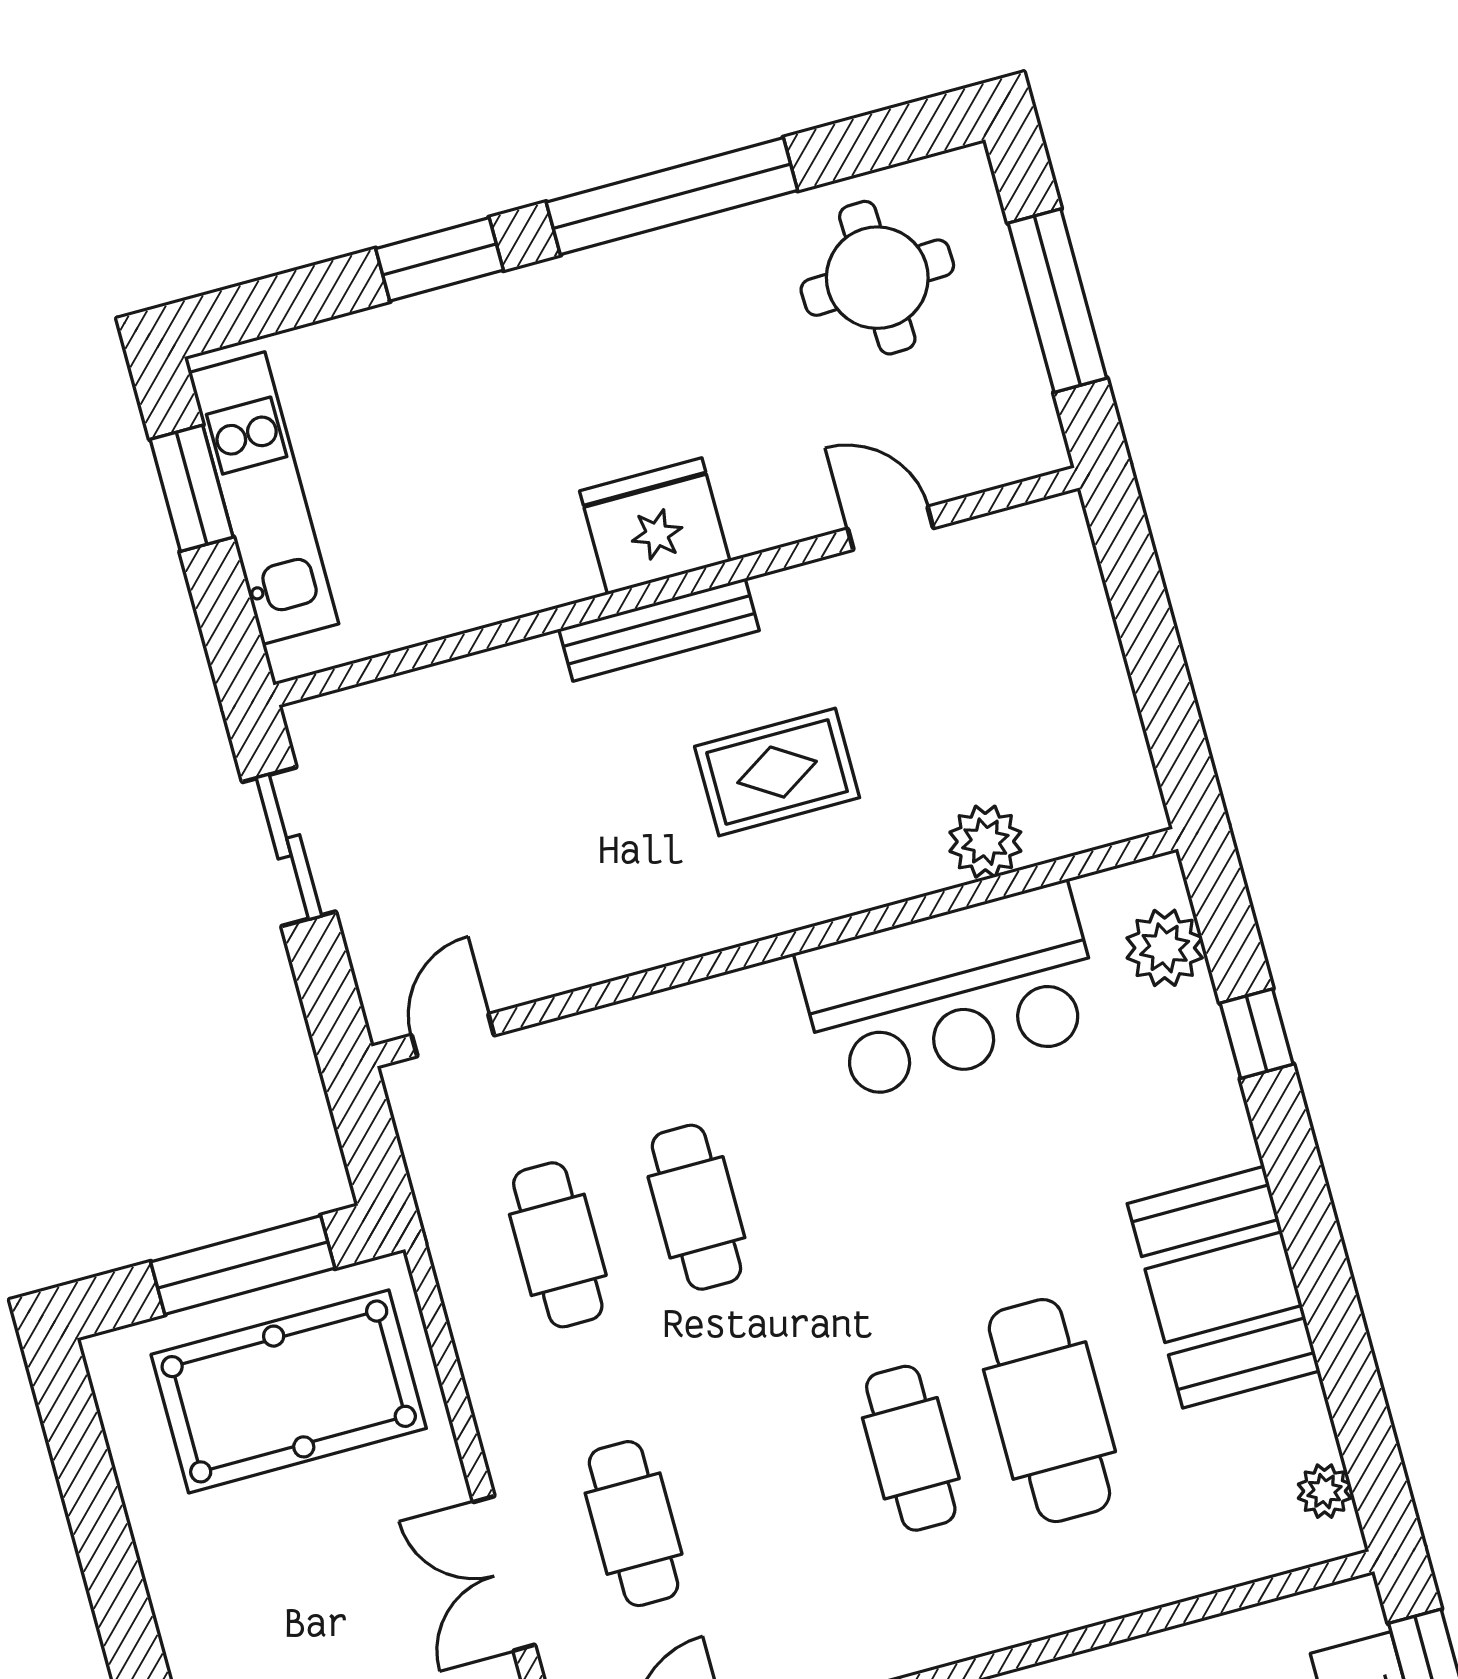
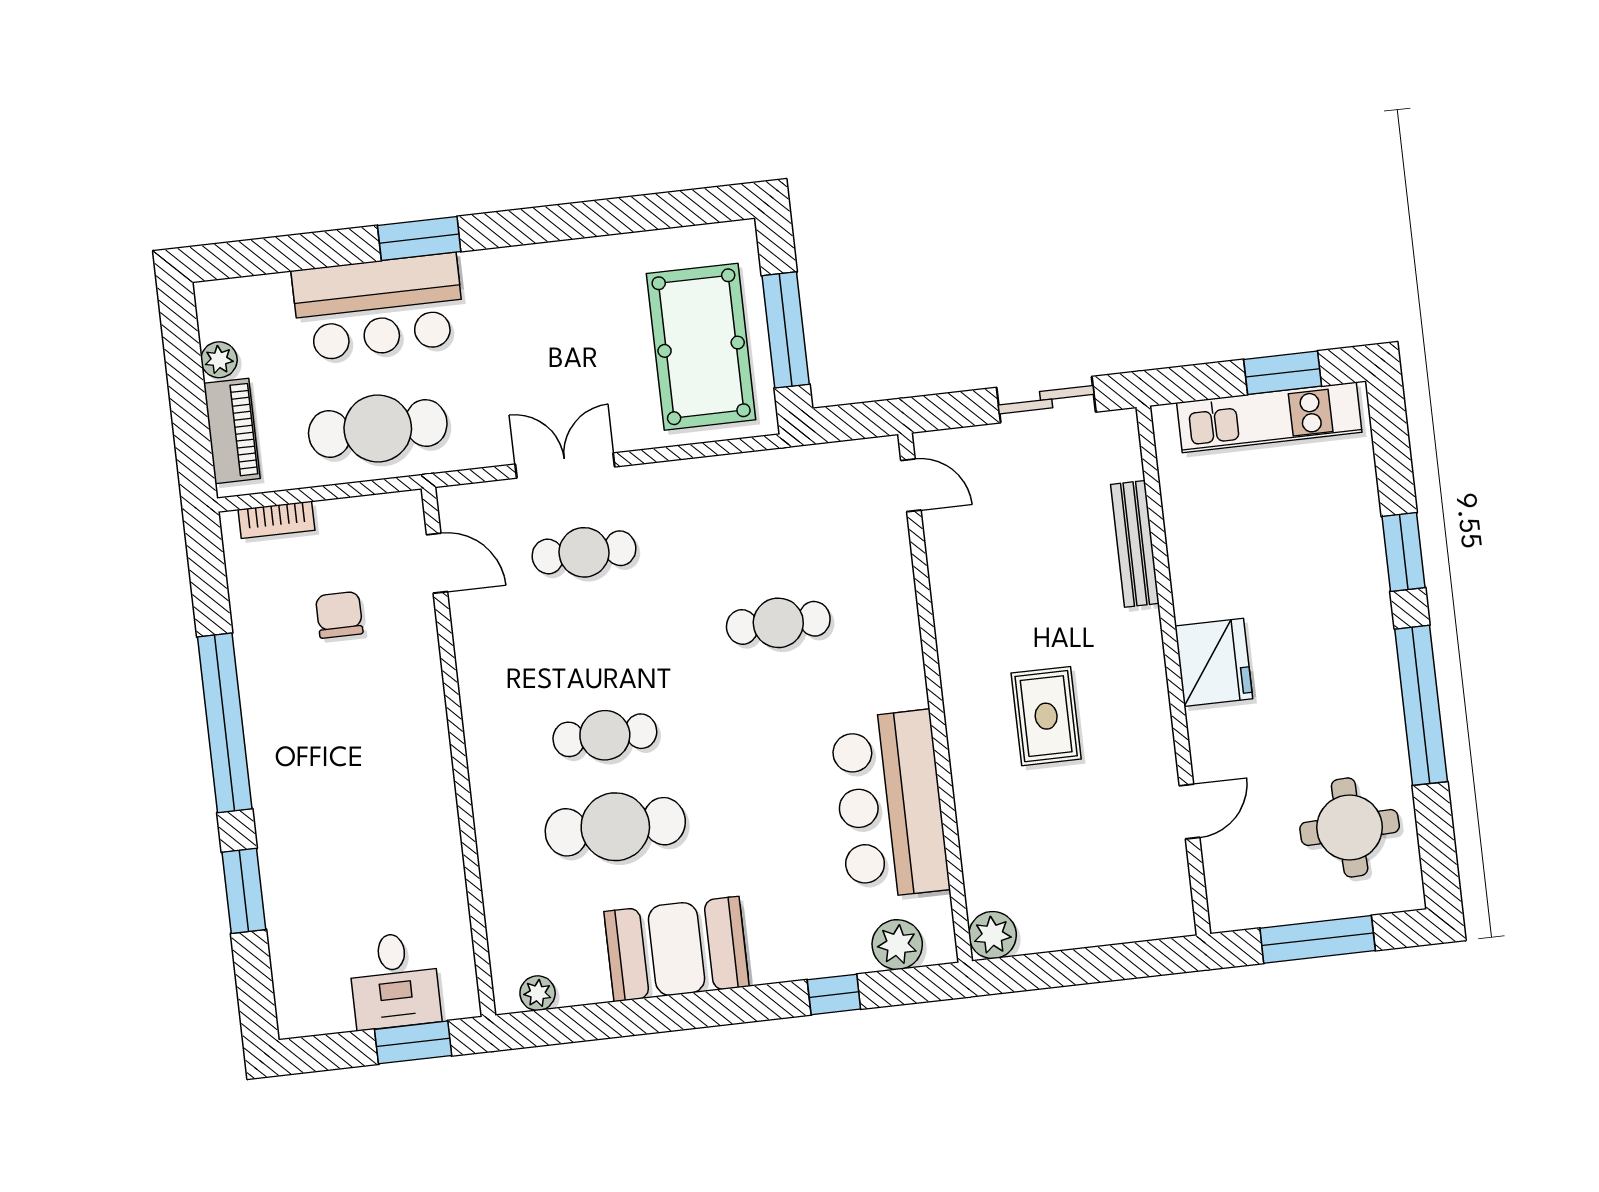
bench: (659, 630) -> (1135, 544), moved
plant: (985, 842) -> (993, 935), moved
cafe table: (558, 1245) -> (768, 531), removed

